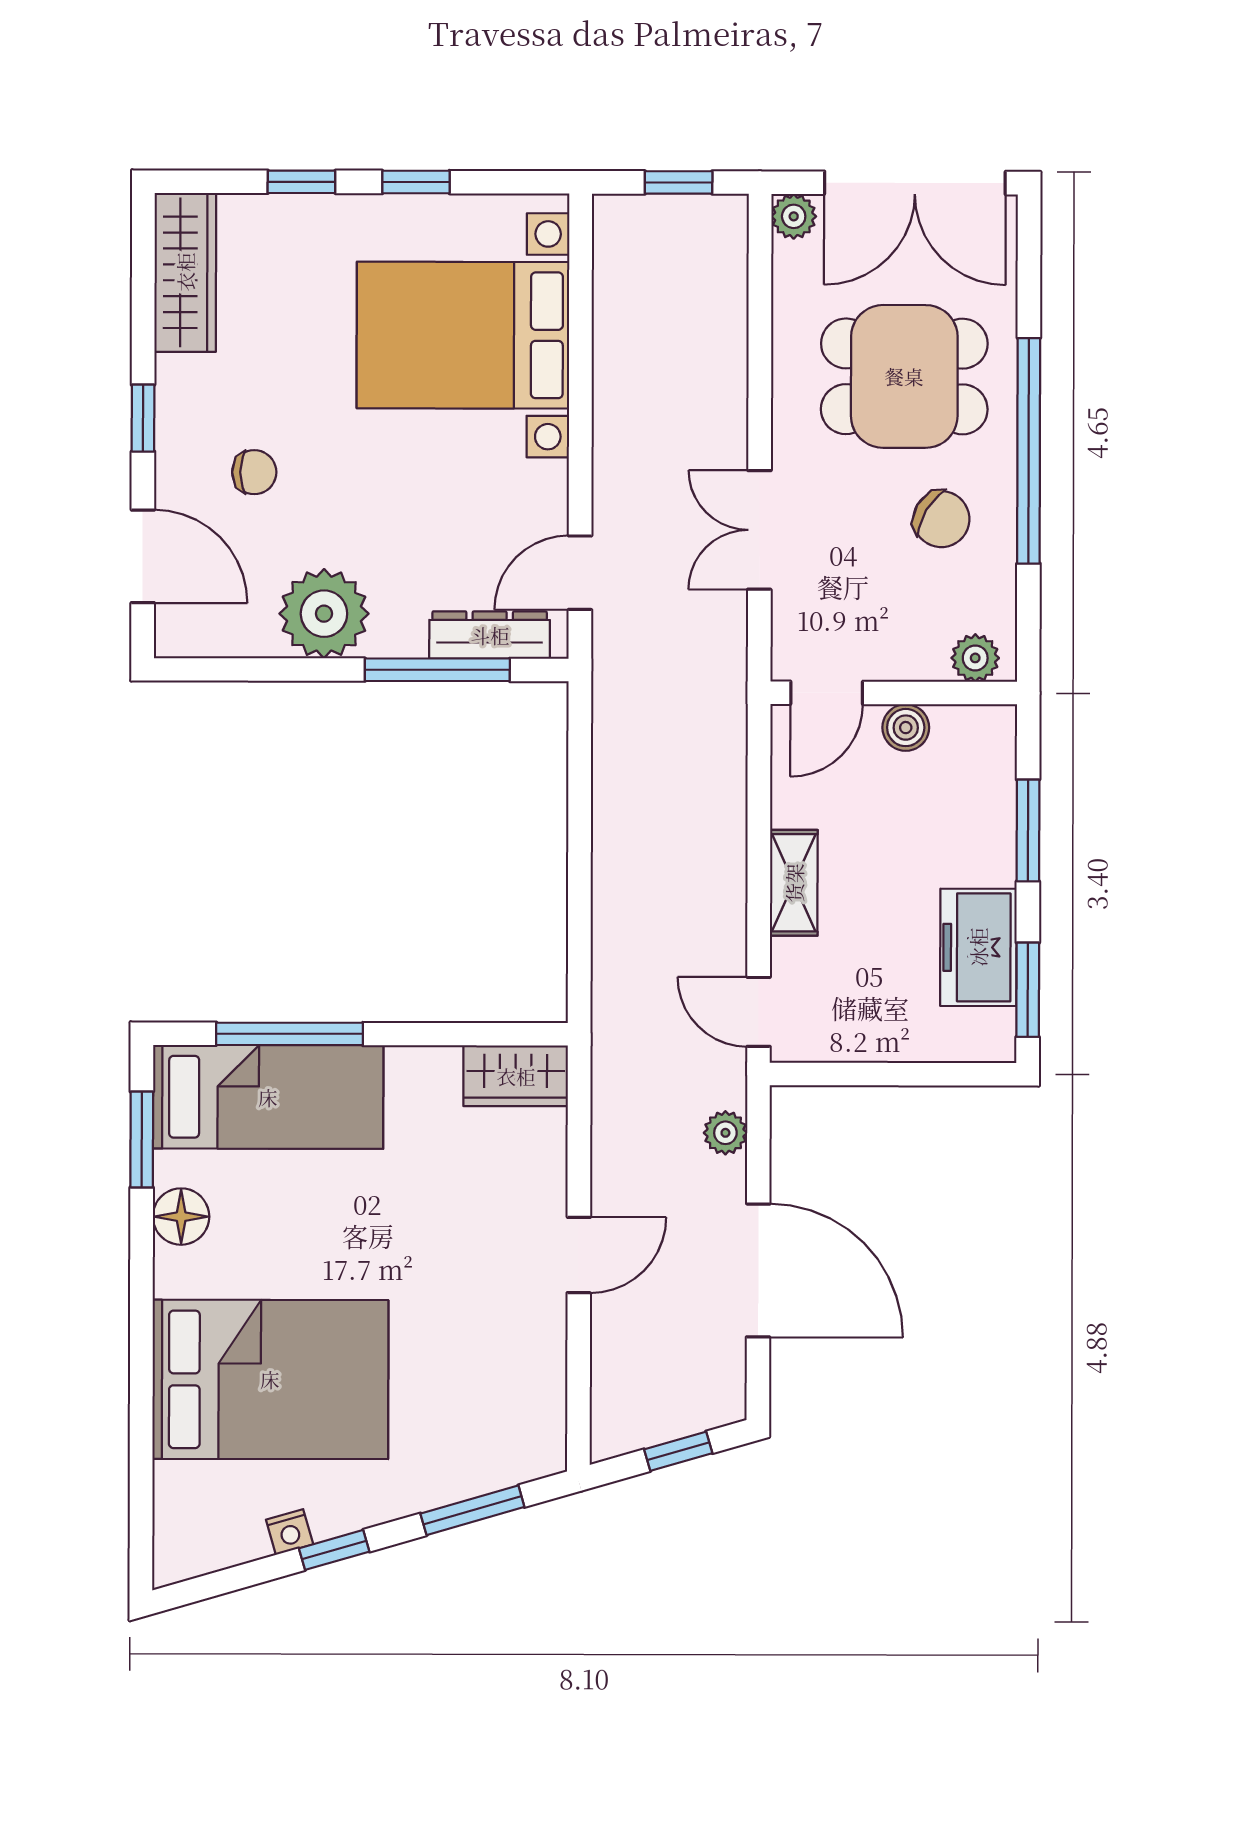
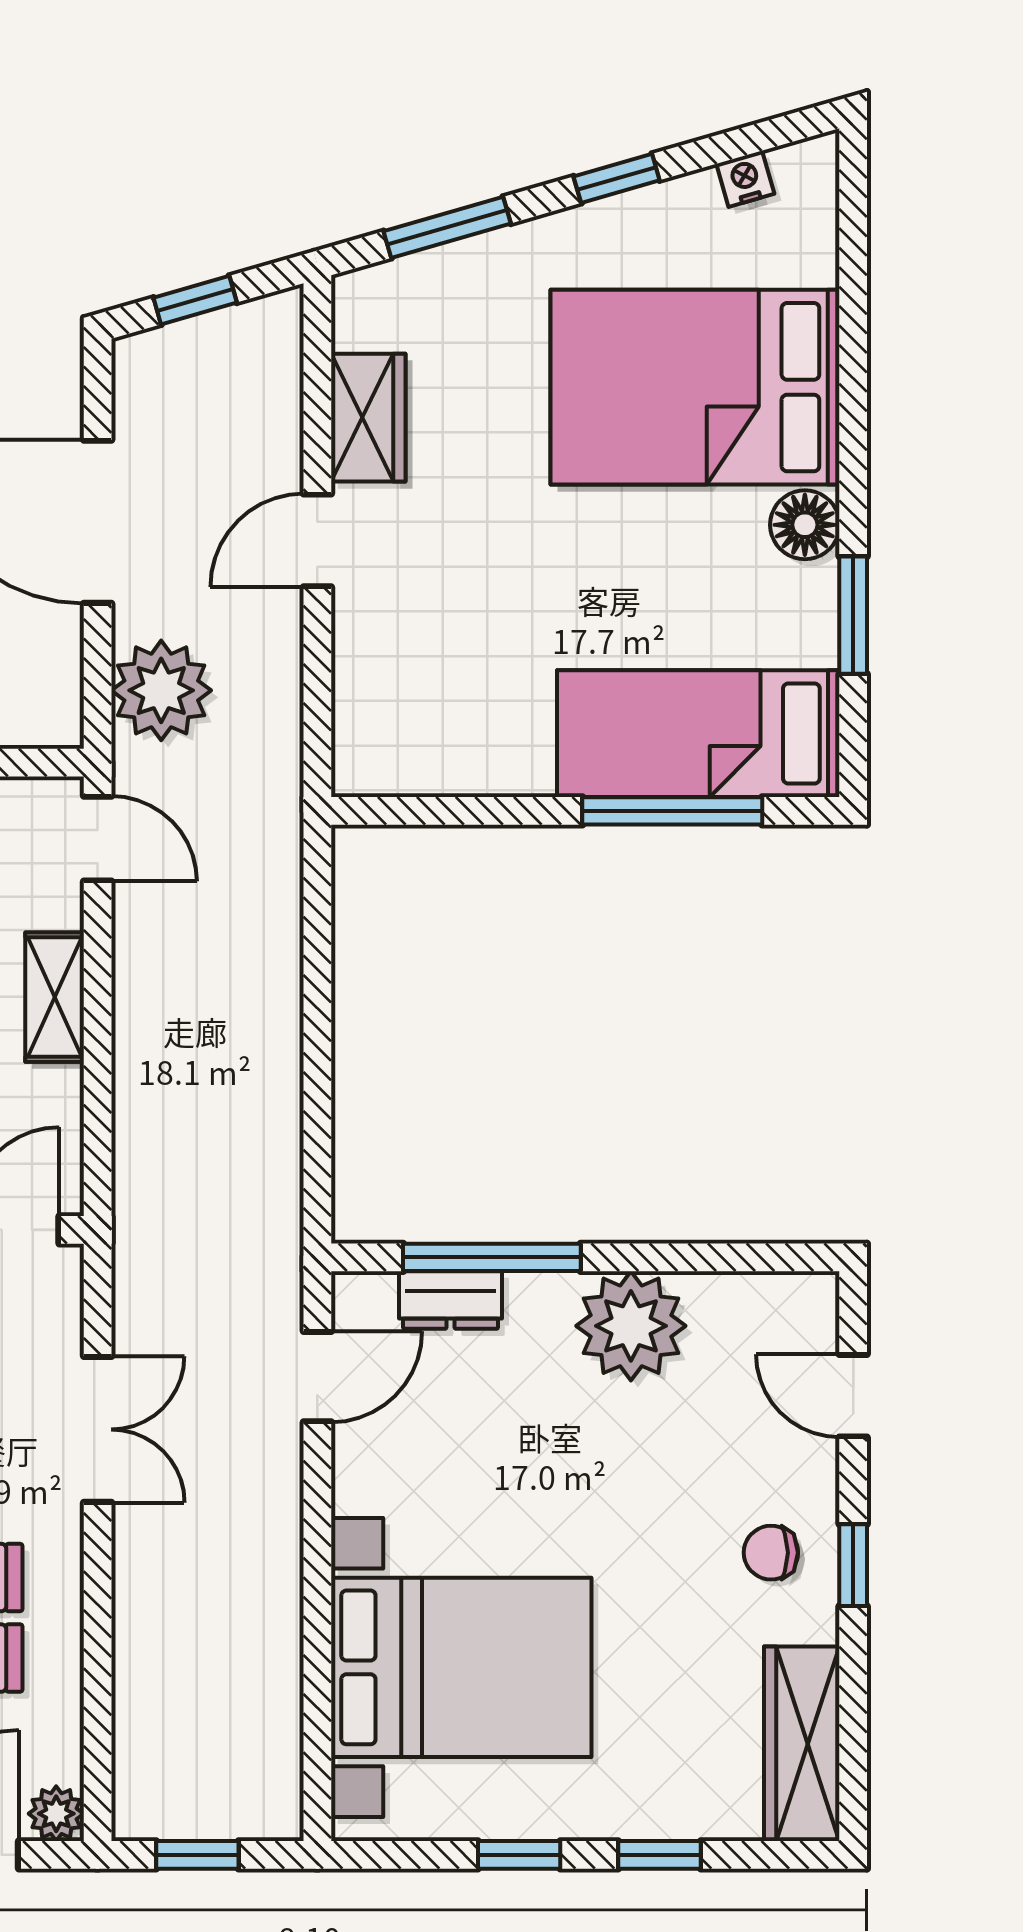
chair: (254, 472) -> (771, 1553), moved
door: (143, 556) -> (853, 1396), width x0.73
dresser: (490, 635) -> (451, 1300), width x0.70
wardrobe: (516, 1076) -> (368, 418), moved, turned 90
plant: (725, 1133) -> (161, 690), width x1.88, depth x1.88
window: (142, 1139) -> (853, 615), moved
floor lamp: (181, 1217) -> (805, 525), moved
nightstand: (290, 1532) -> (745, 179), moved

